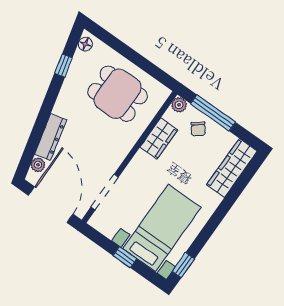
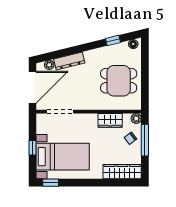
dining table: (118, 94) -> (119, 81), turned 90

